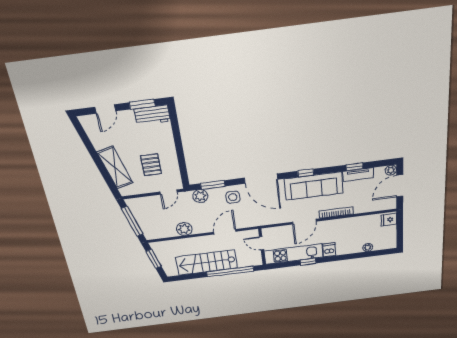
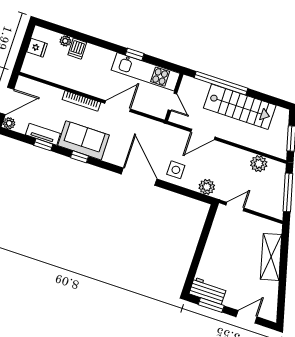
pallet: (151, 165) -> (236, 243), removed
window: (306, 173) -> (80, 157), moved
window: (213, 185) -> (189, 193), removed
sofa: (314, 186) -> (84, 140), width x0.73
fridge: (389, 220) -> (37, 48), moved
plant: (184, 229) -> (259, 164), moved
dishwasher: (329, 250) -> (77, 49), moved

